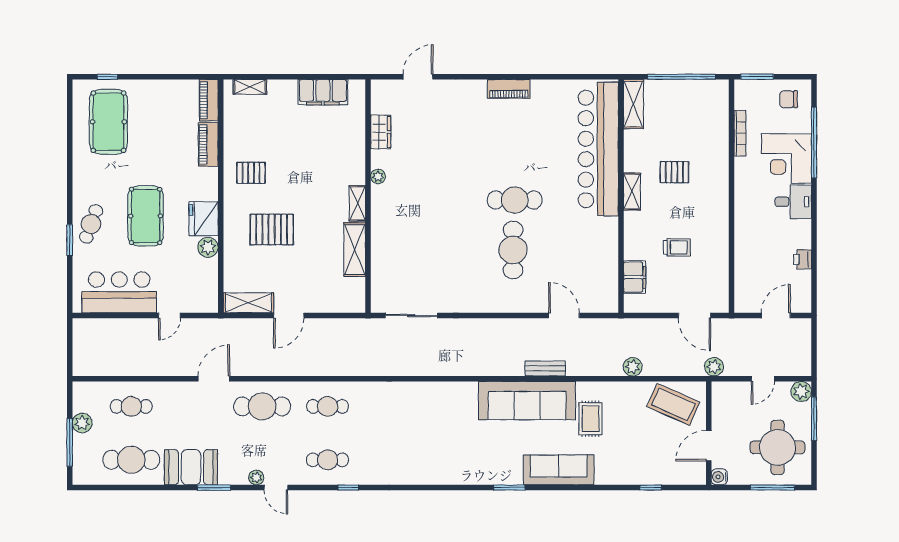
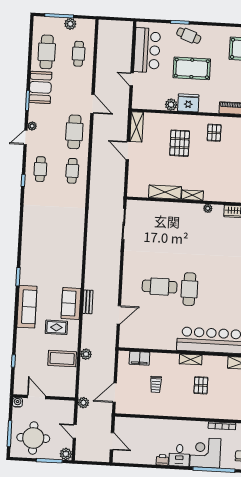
printer: (802, 259) -> (162, 460), moved
sofa: (527, 401) -> (71, 303), width x0.54, depth x0.79
coffee table: (673, 404) -> (62, 359), moved, turned 66

